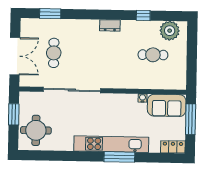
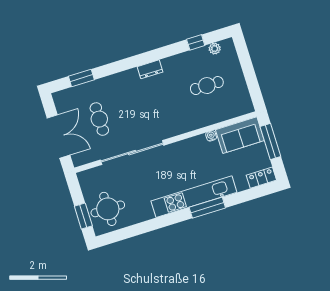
window: (143, 15) -> (196, 42), moved
plant: (170, 31) -> (215, 49), width x0.53, depth x0.53
window: (14, 114) -> (83, 216), moved

